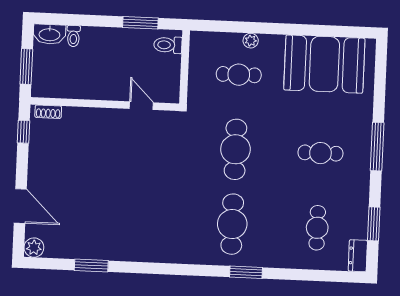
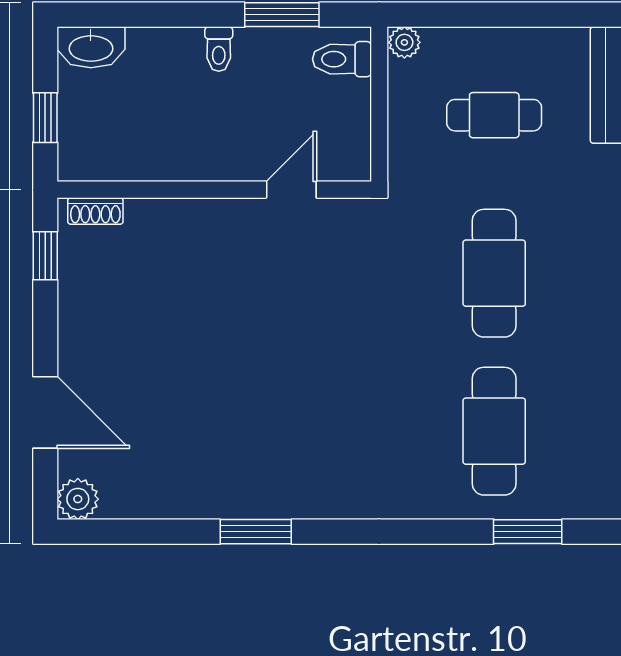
toilet: (73, 36) -> (219, 49), moved
plant: (251, 41) -> (404, 42), moved
window: (26, 67) -> (45, 118), width x0.67
door: (141, 106) -> (291, 190), hinge flipped
window: (91, 265) -> (256, 532), moved

